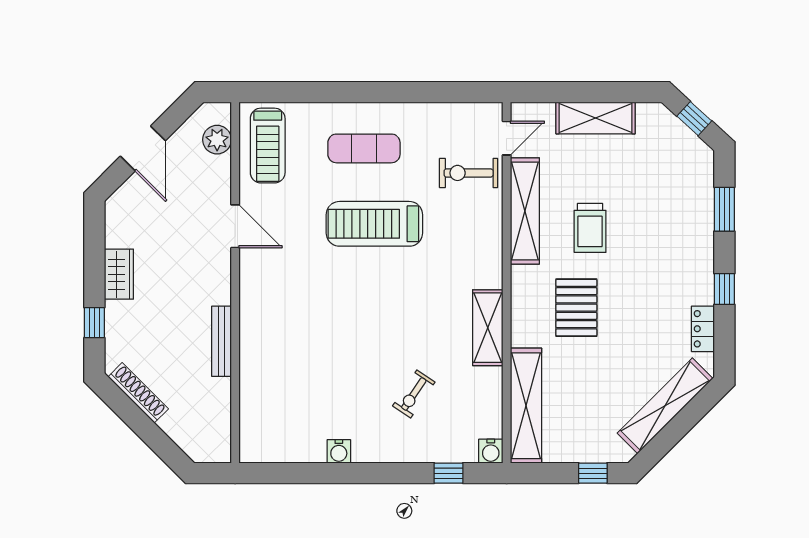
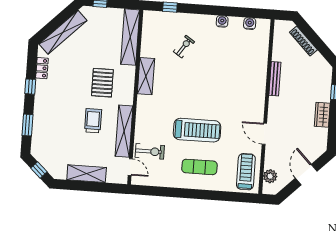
door: (507, 138) -> (130, 167), swing flipped
shoe rack: (138, 393) -> (303, 41), moved
water cooler: (491, 451) -> (250, 24), moved

